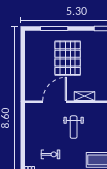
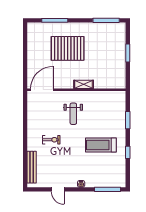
pallet: (68, 58) -> (68, 48), turned 90
door: (55, 102) -> (42, 90), moved

